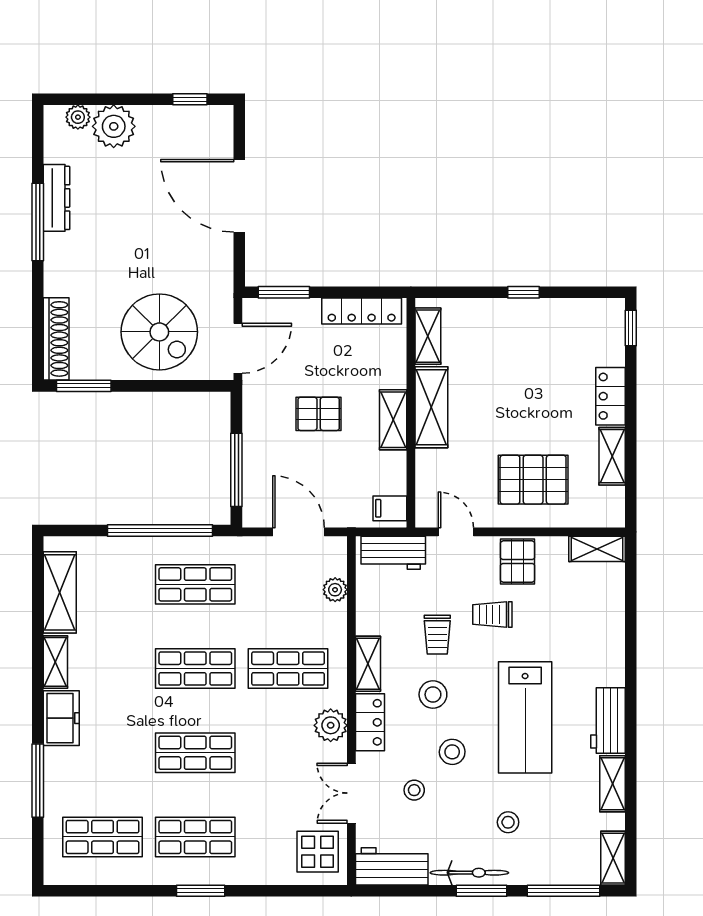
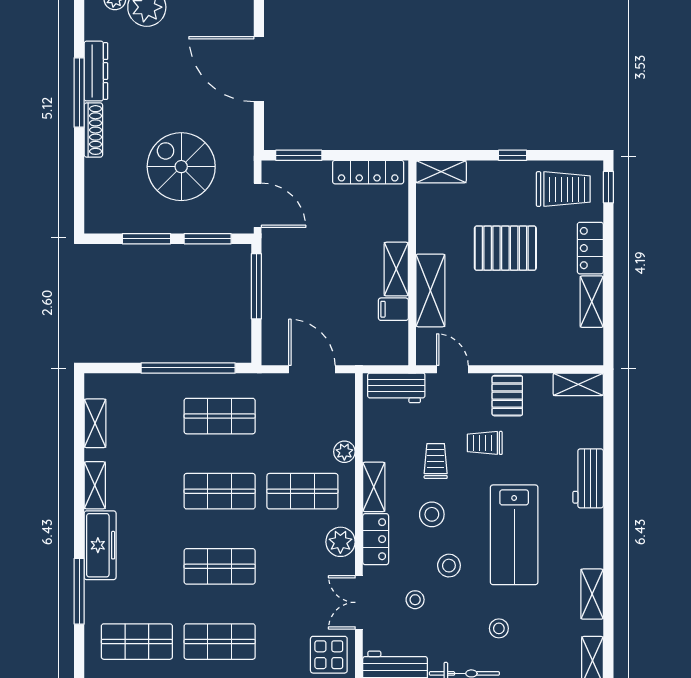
trolley: (580, 330) -> (563, 189), added
spiral stairs: (159, 332) -> (181, 167), moved, turned 180
shelving: (428, 336) -> (441, 172), moved, turned 90
shoe rack: (56, 339) -> (93, 130), moved, width x0.74, depth x0.81
door: (238, 348) -> (258, 205), hinge flipped
window: (84, 386) -> (146, 239), moved
window: (182, 386) -> (208, 239), added
shelving: (431, 407) -> (430, 290), moved
pallet: (319, 414) -> (330, 264), removed
window: (236, 470) -> (256, 286), moved
pallet: (533, 480) -> (505, 248), moved
filing cabinet: (390, 508) -> (393, 309), moved
plant: (335, 590) -> (344, 452), moved
shelving: (60, 592) -> (95, 423), width x0.67, depth x0.75
trolley: (437, 635) -> (436, 461), turned 180
freezer: (61, 718) -> (100, 545), width x1.40
workbench: (608, 720) -> (588, 478), moved

